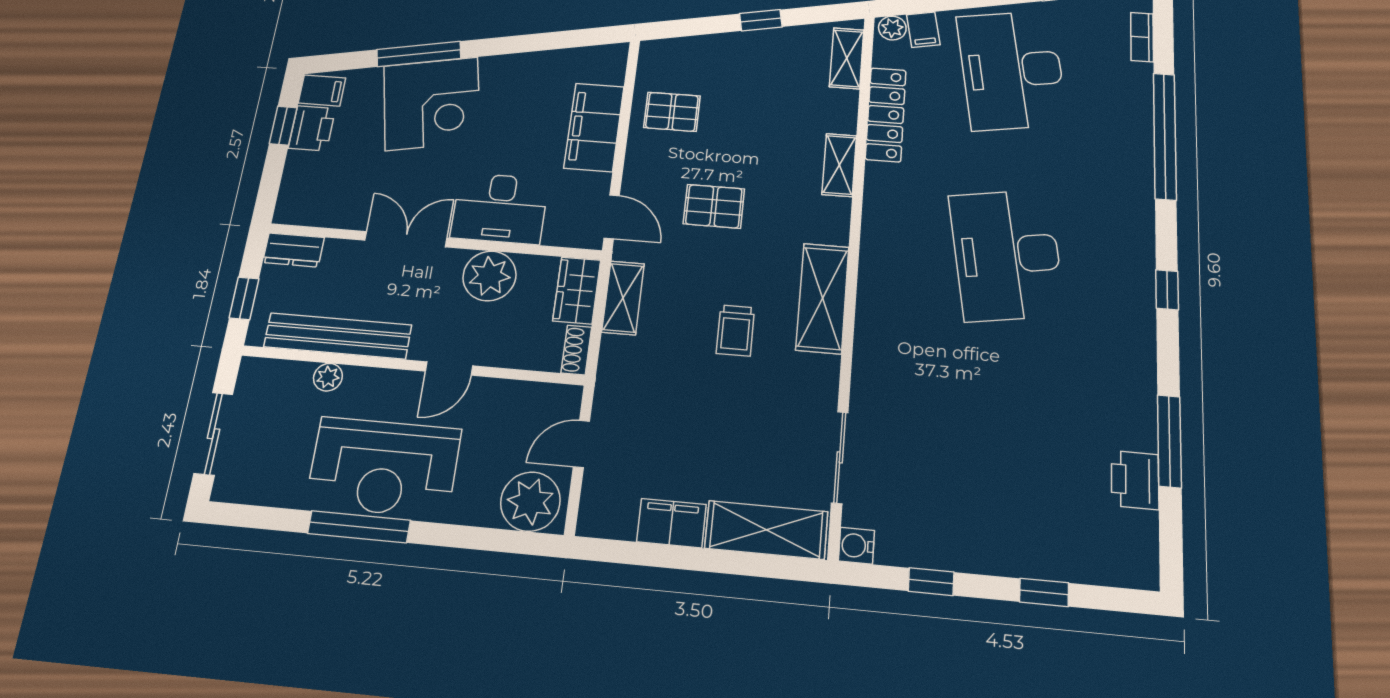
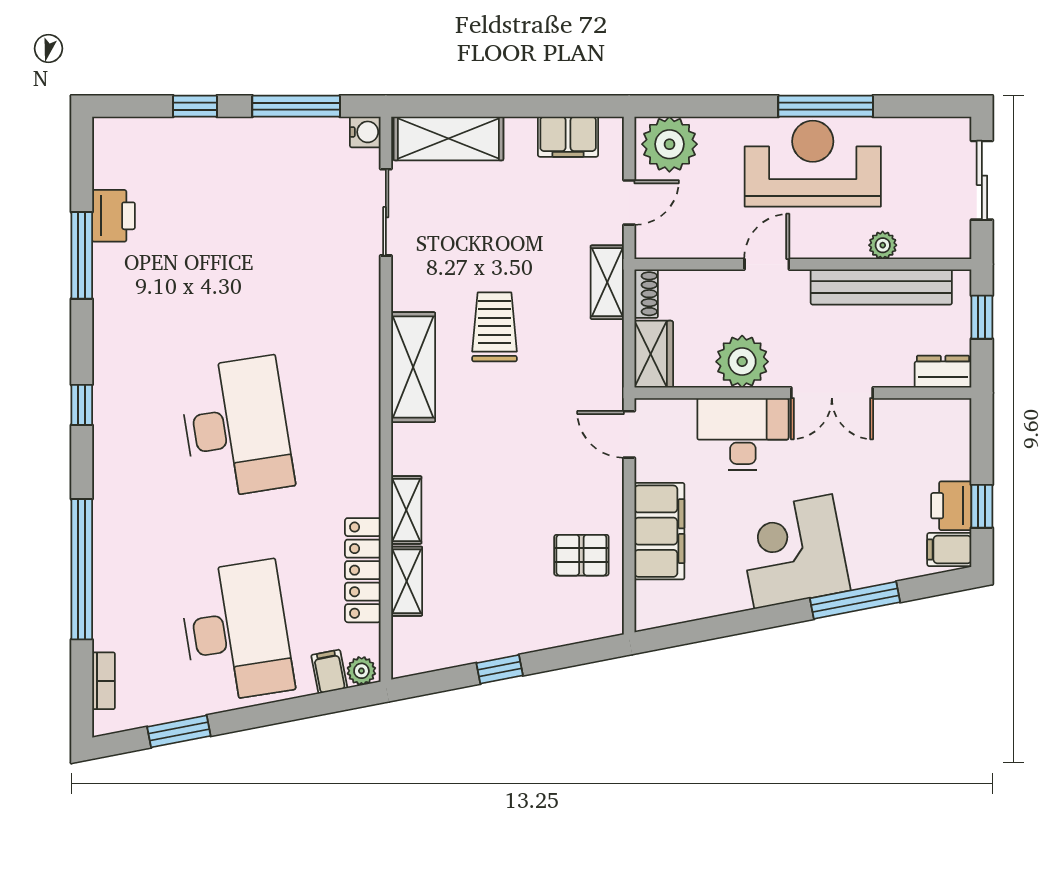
shelving: (847, 58) -> (407, 581), moved
corner desk: (432, 104) -> (793, 551), moved
pallet: (714, 206) -> (528, 454), removed
shelving: (623, 298) -> (607, 282), moved
trolley: (735, 330) -> (494, 327), width x1.36, depth x1.39
filing cabinet: (671, 523) -> (568, 137), moved
window: (931, 582) -> (296, 106), width x2.17

